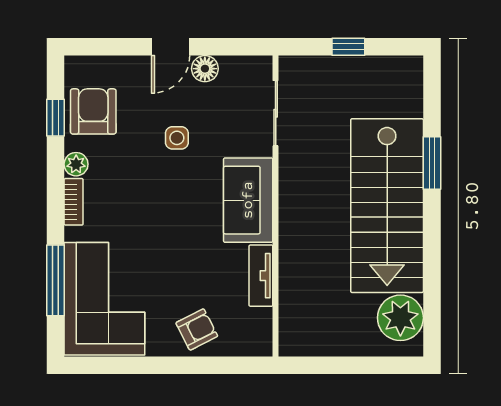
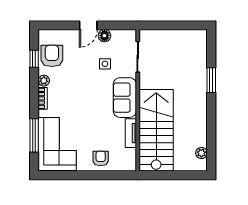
window: (348, 47) -> (172, 25), removed
side table: (177, 138) -> (105, 64), moved
stairs: (387, 206) -> (156, 130), moved, turned 180
plant: (400, 318) -> (201, 153), width x0.53, depth x0.53
armchair: (197, 329) -> (101, 158), turned -63

